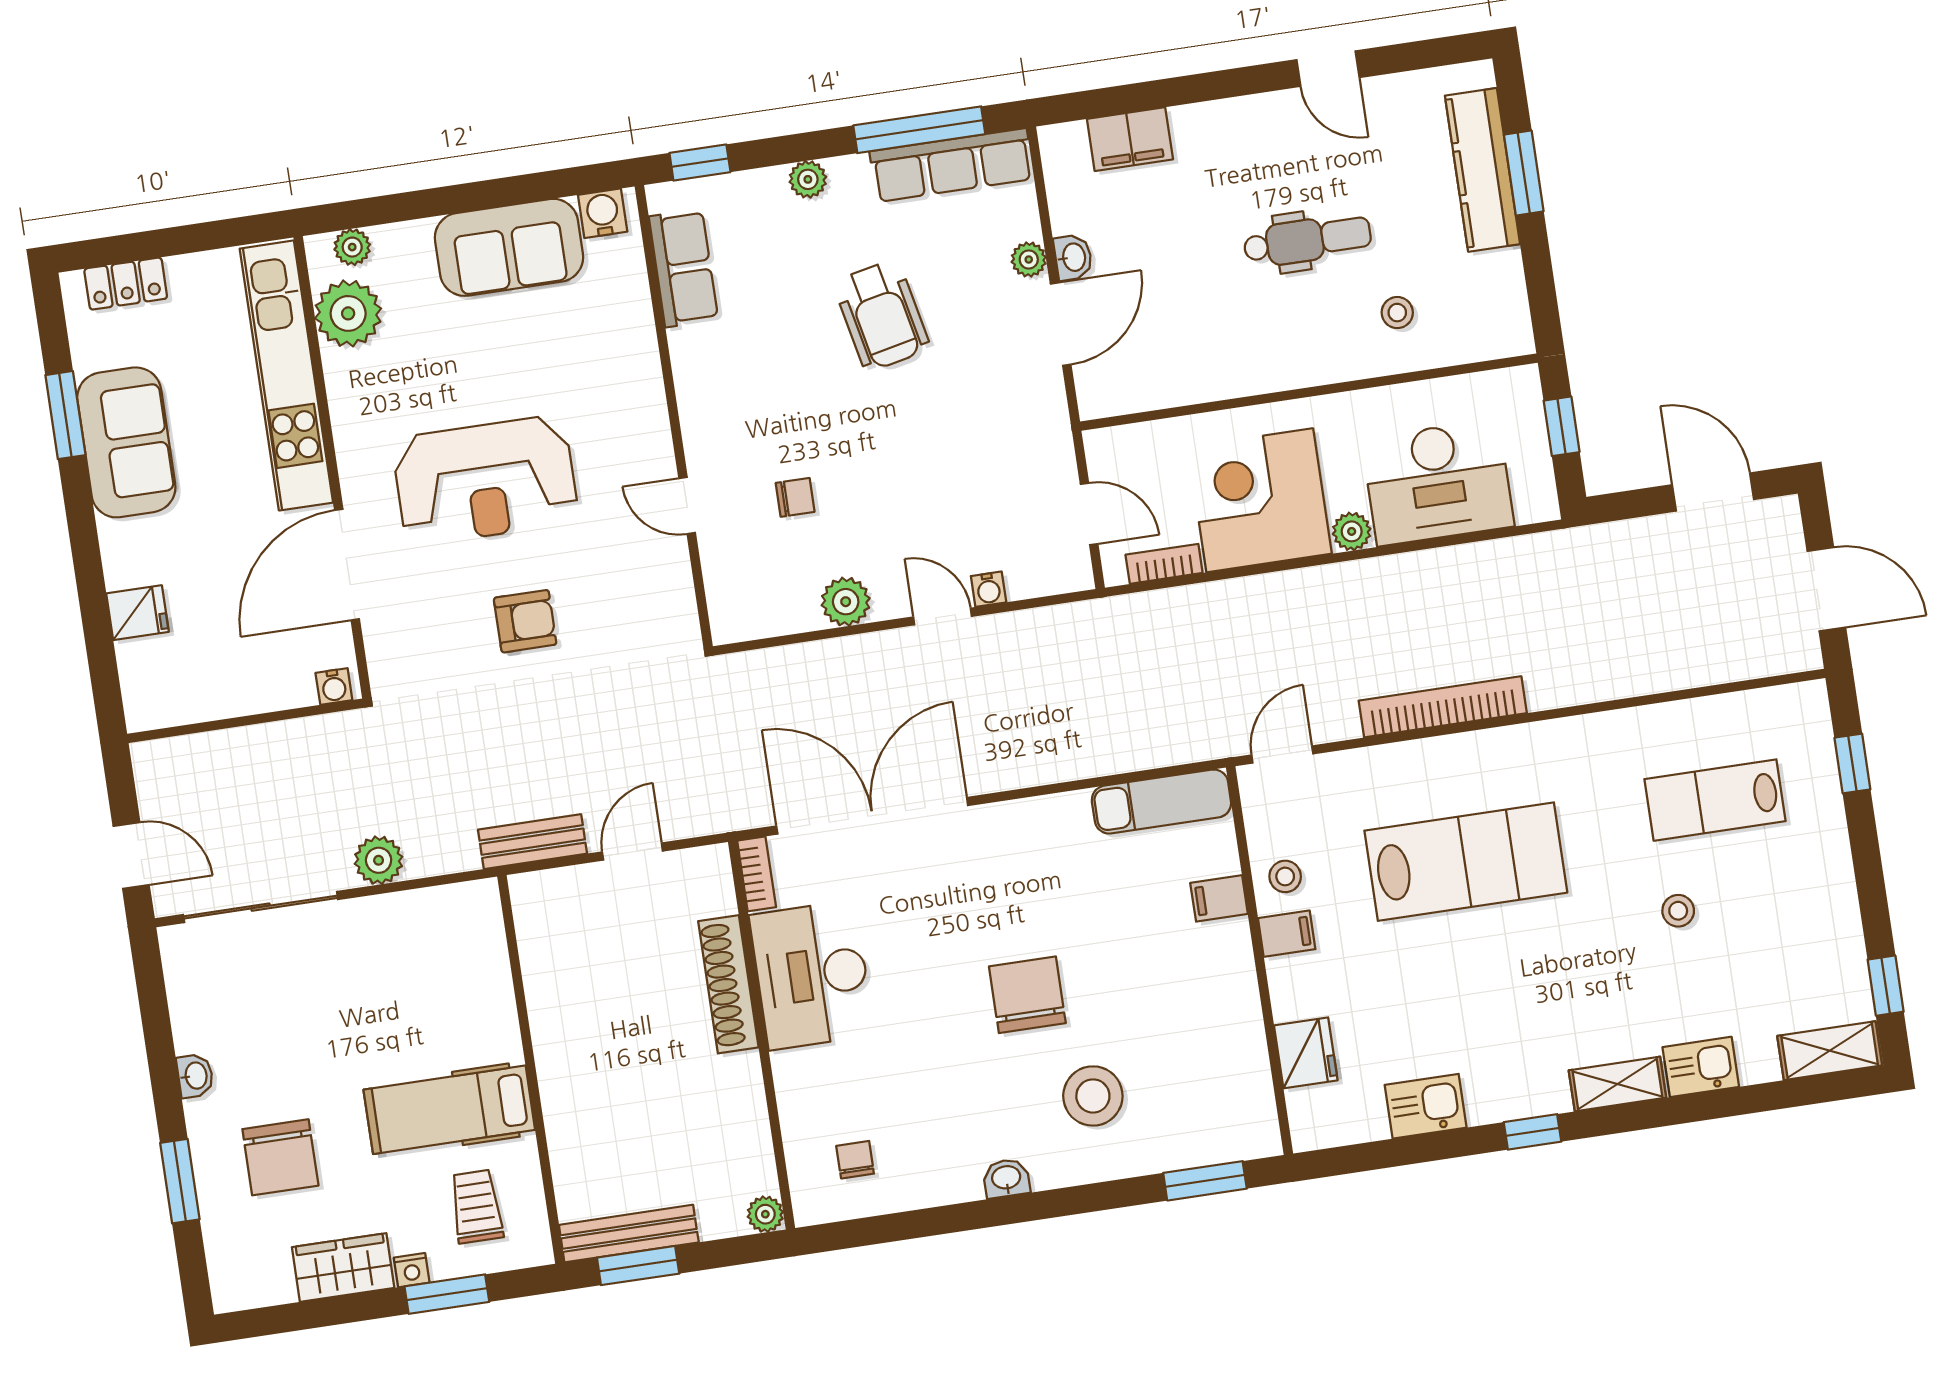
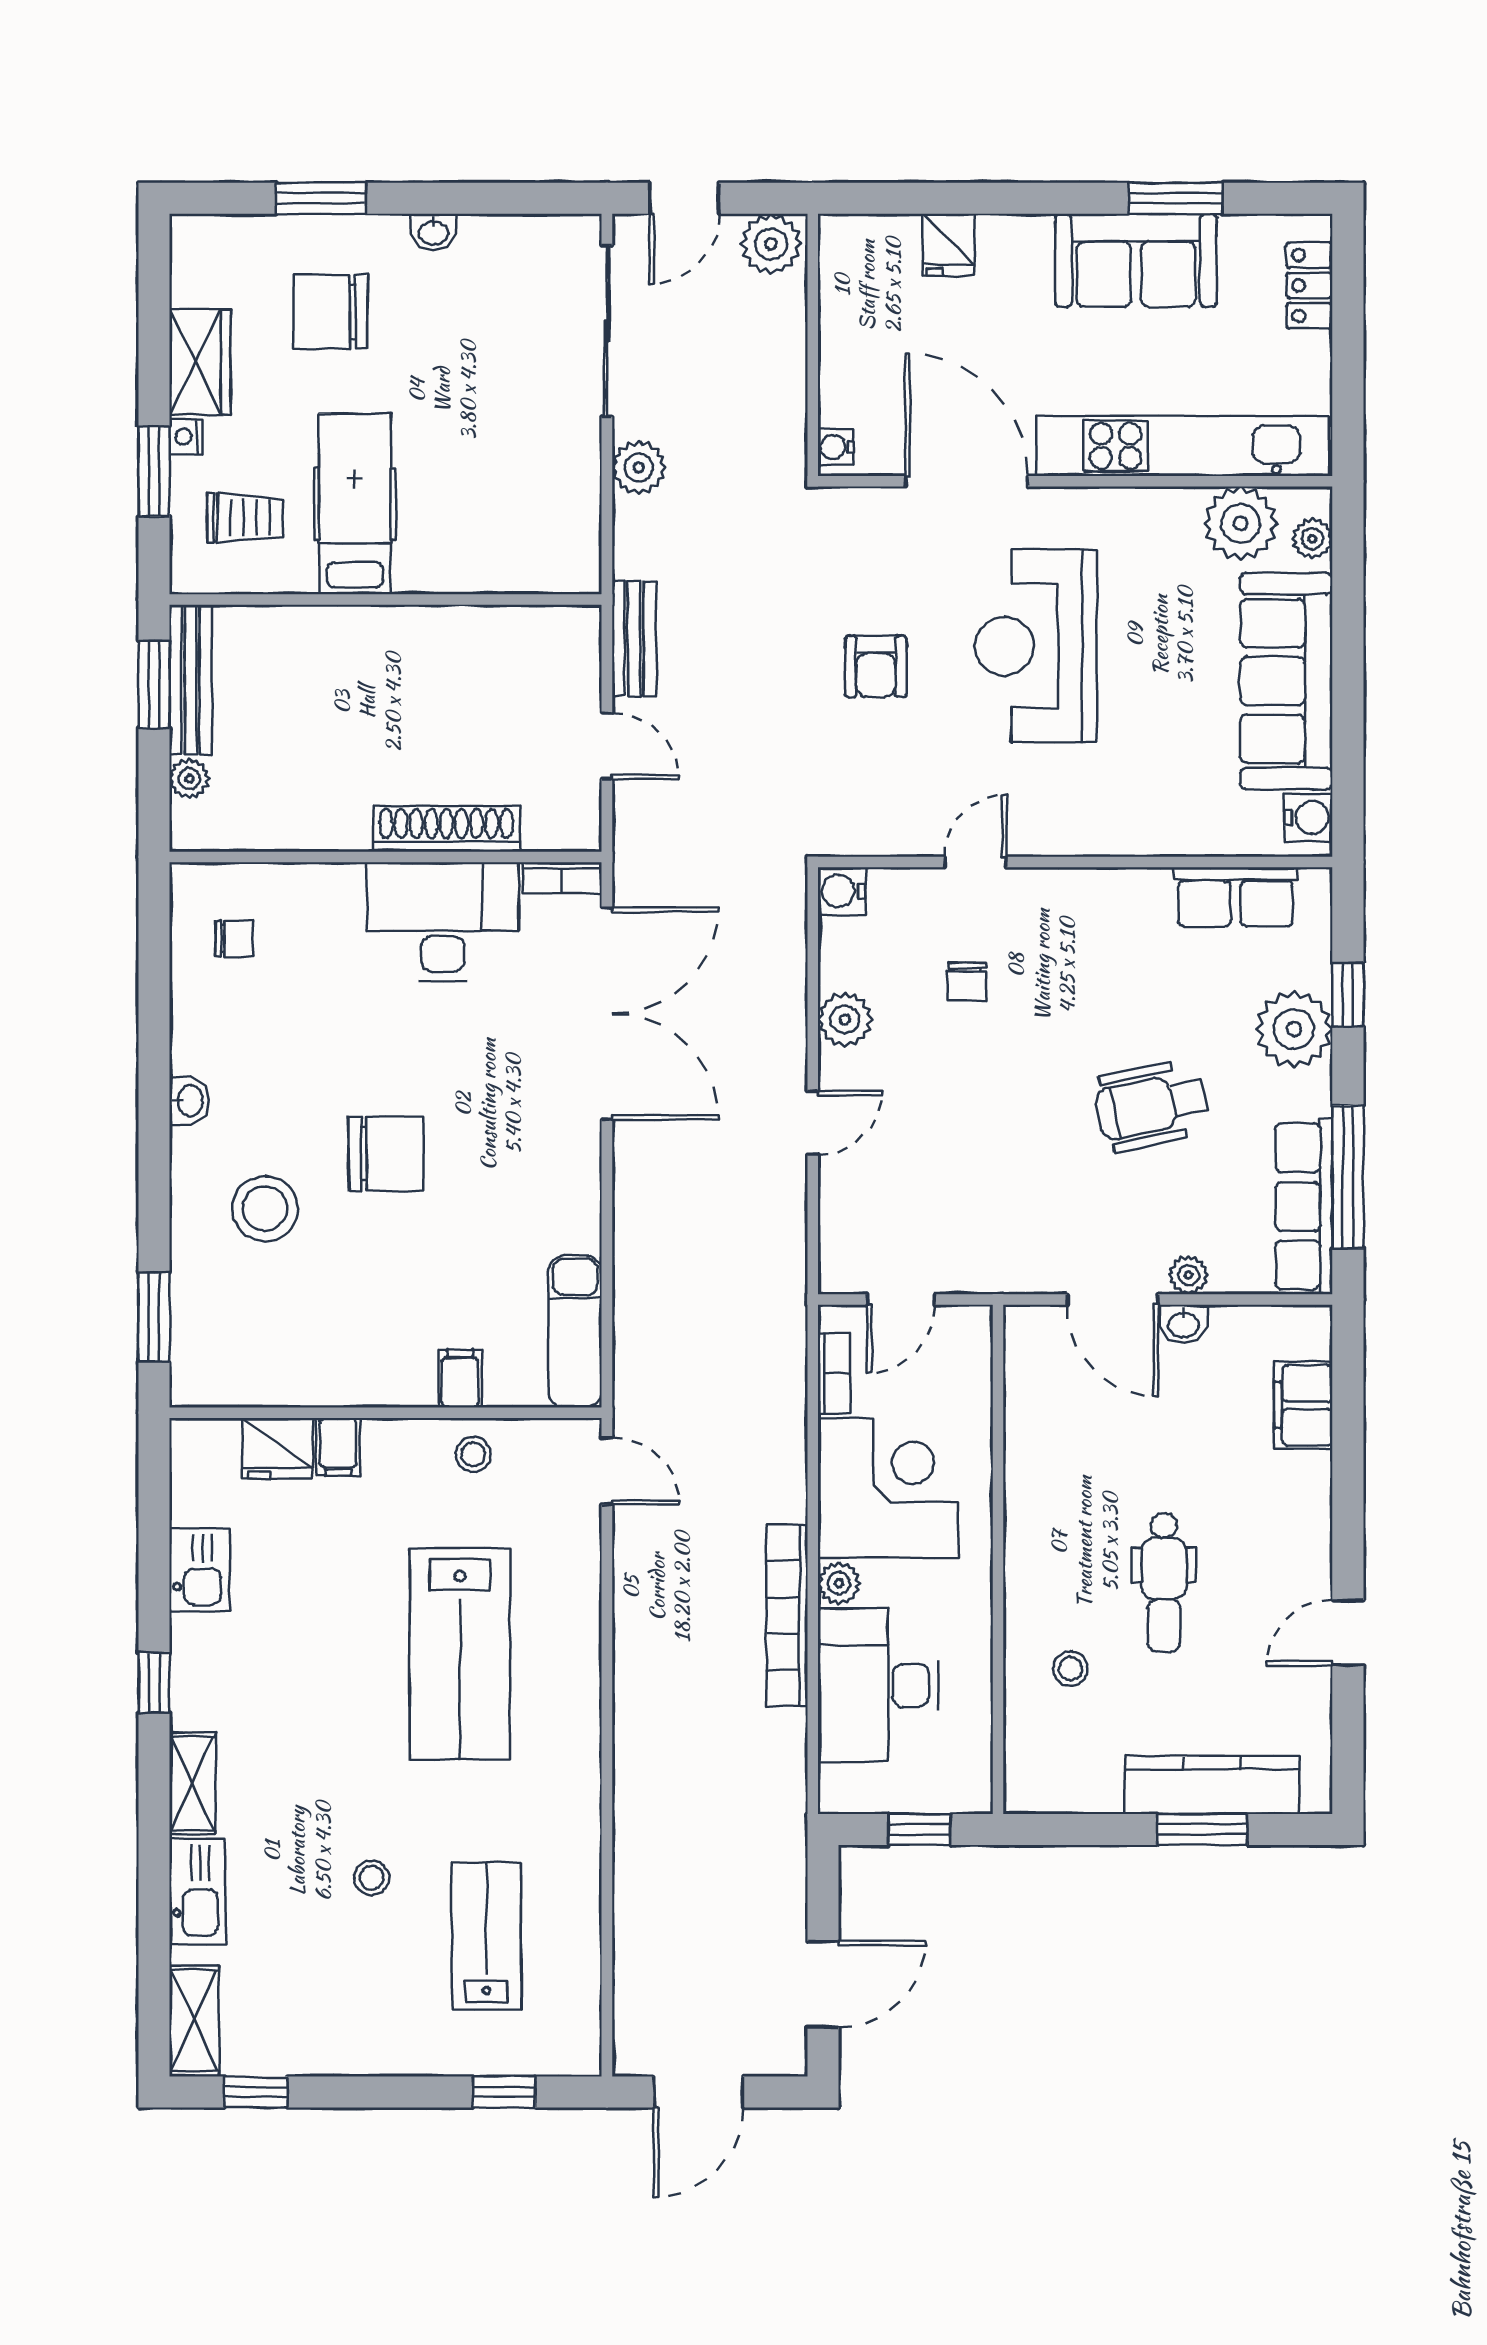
window: (700, 163) -> (1348, 995), moved
plant: (808, 179) -> (1294, 1029), width x1.87, depth x1.87
sofa: (509, 247) -> (1286, 681), width x1.36
water cooler: (989, 589) -> (842, 891), moved, width x1.38, depth x1.38
bookcase: (1443, 707) -> (787, 1616), moved, turned 180
plant: (160, 772) -> (771, 244), added
filing cabinet: (1287, 934) -> (338, 1447), moved
kitchen sink: (1701, 1067) -> (197, 1891), width x1.38
plant: (765, 1214) -> (189, 779), moved

